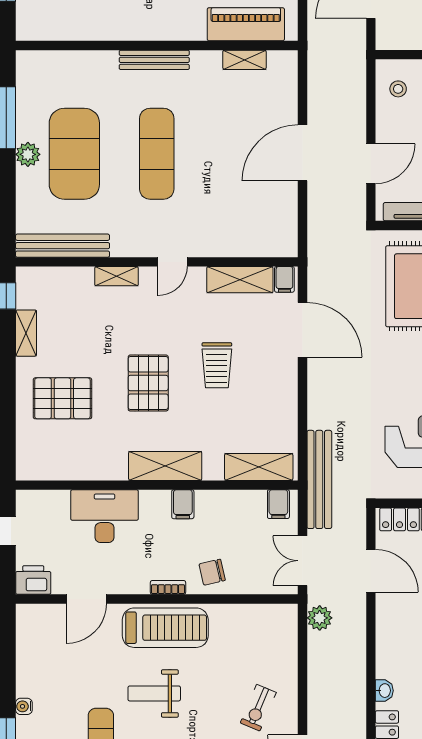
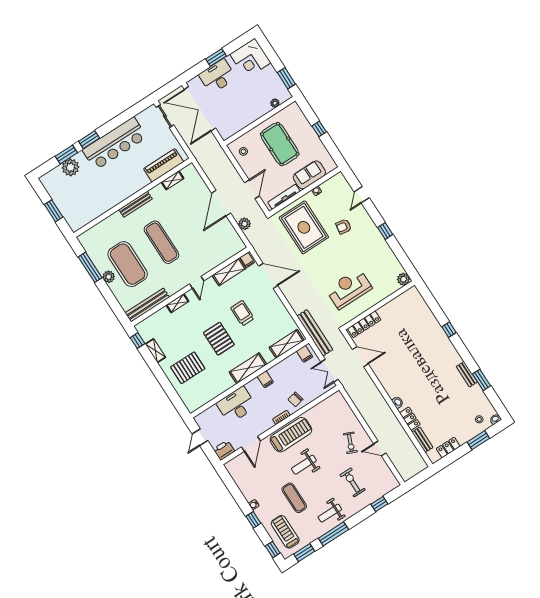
trolley: (217, 365) -> (242, 313), turned 180
plant: (320, 618) -> (244, 224), moved

